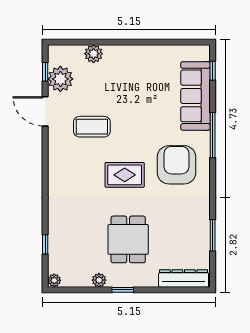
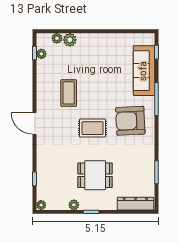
plant: (76, 52) -> (57, 38), added
plant: (60, 79) -> (41, 54), width x0.53, depth x0.53
door: (45, 111) -> (35, 123), moved
coffee table: (92, 127) -> (69, 93), turned 90
armchair: (177, 165) -> (130, 121), turned -93
dining table: (128, 239) -> (95, 175), turned 90

